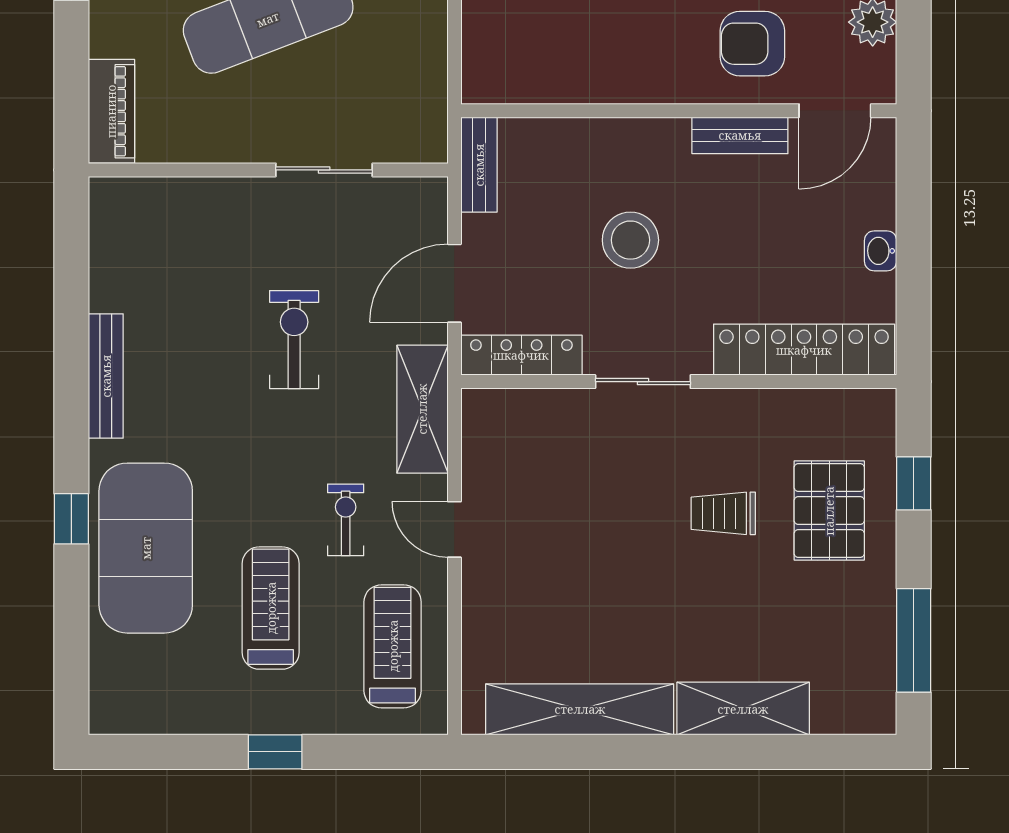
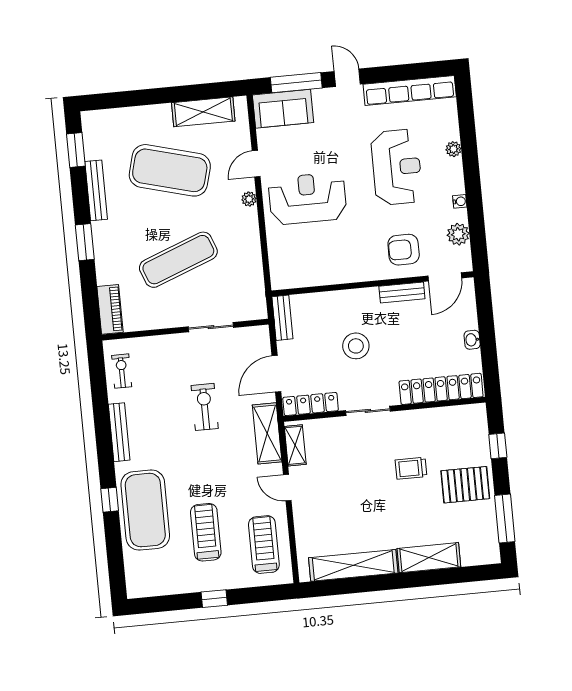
shelving: (480, 440) -> (295, 445), added
pallet: (829, 511) -> (465, 485), moved, turned 90
exercise bike: (346, 520) -> (122, 371), moved

